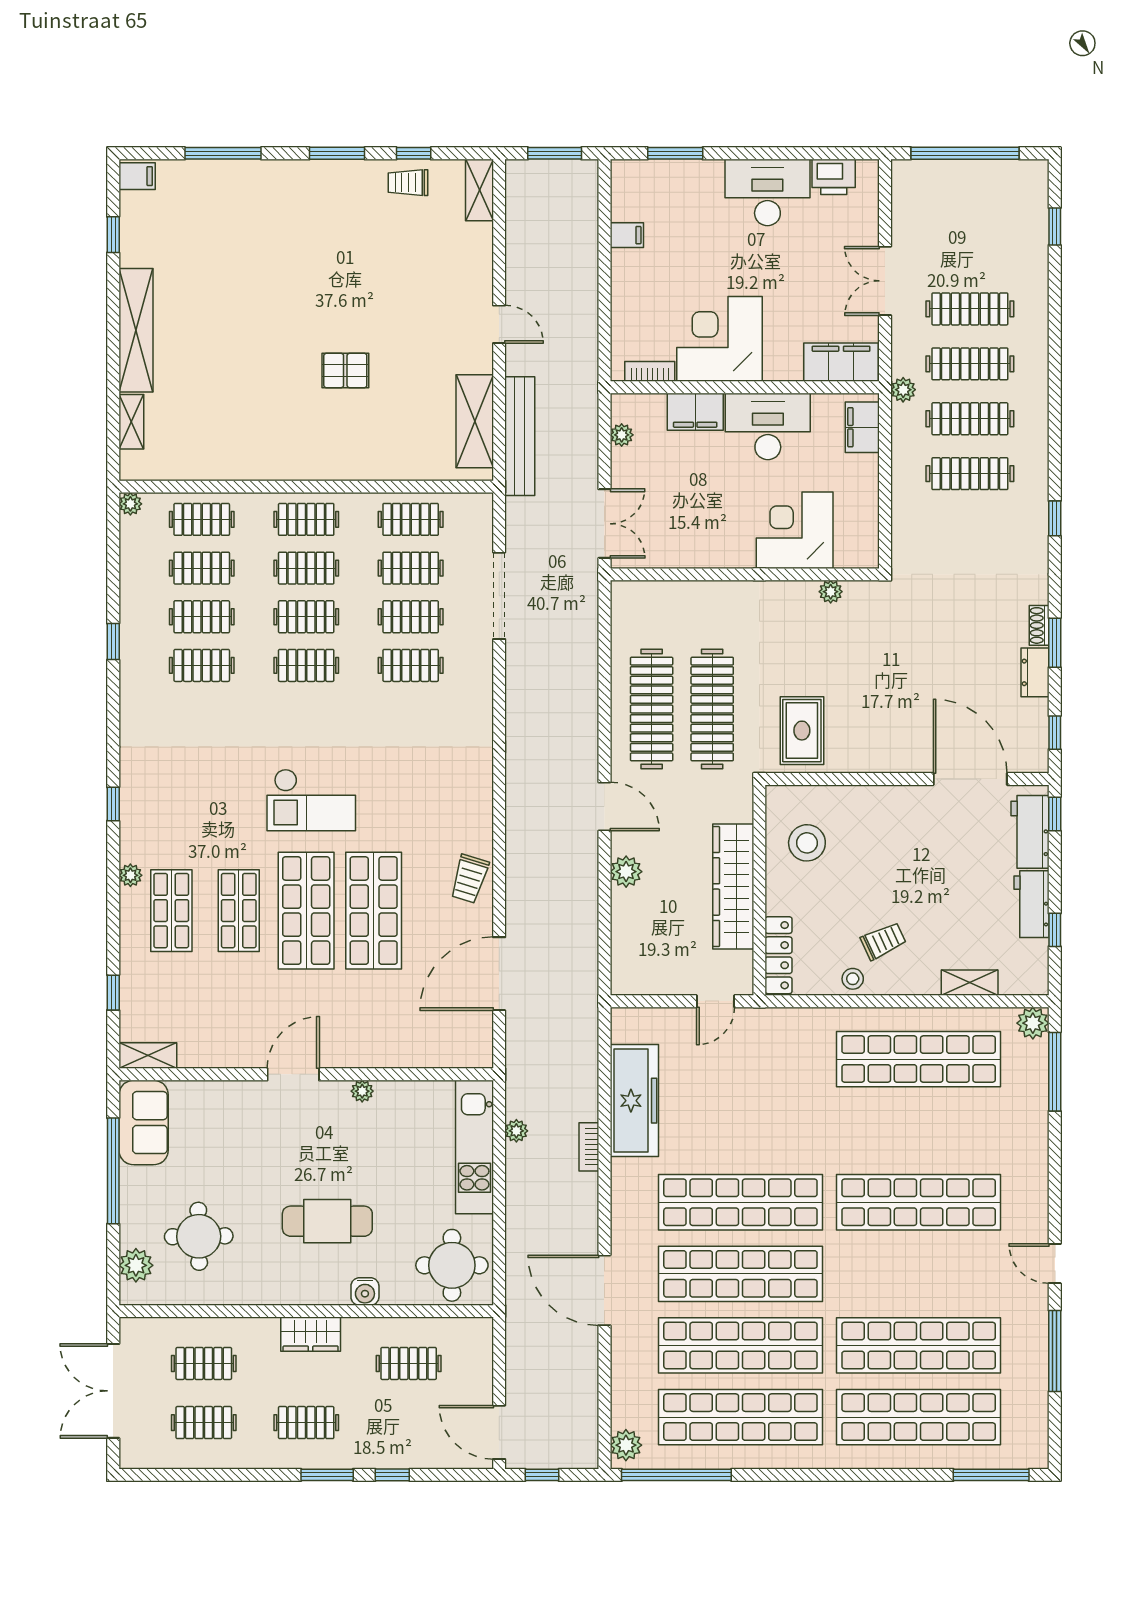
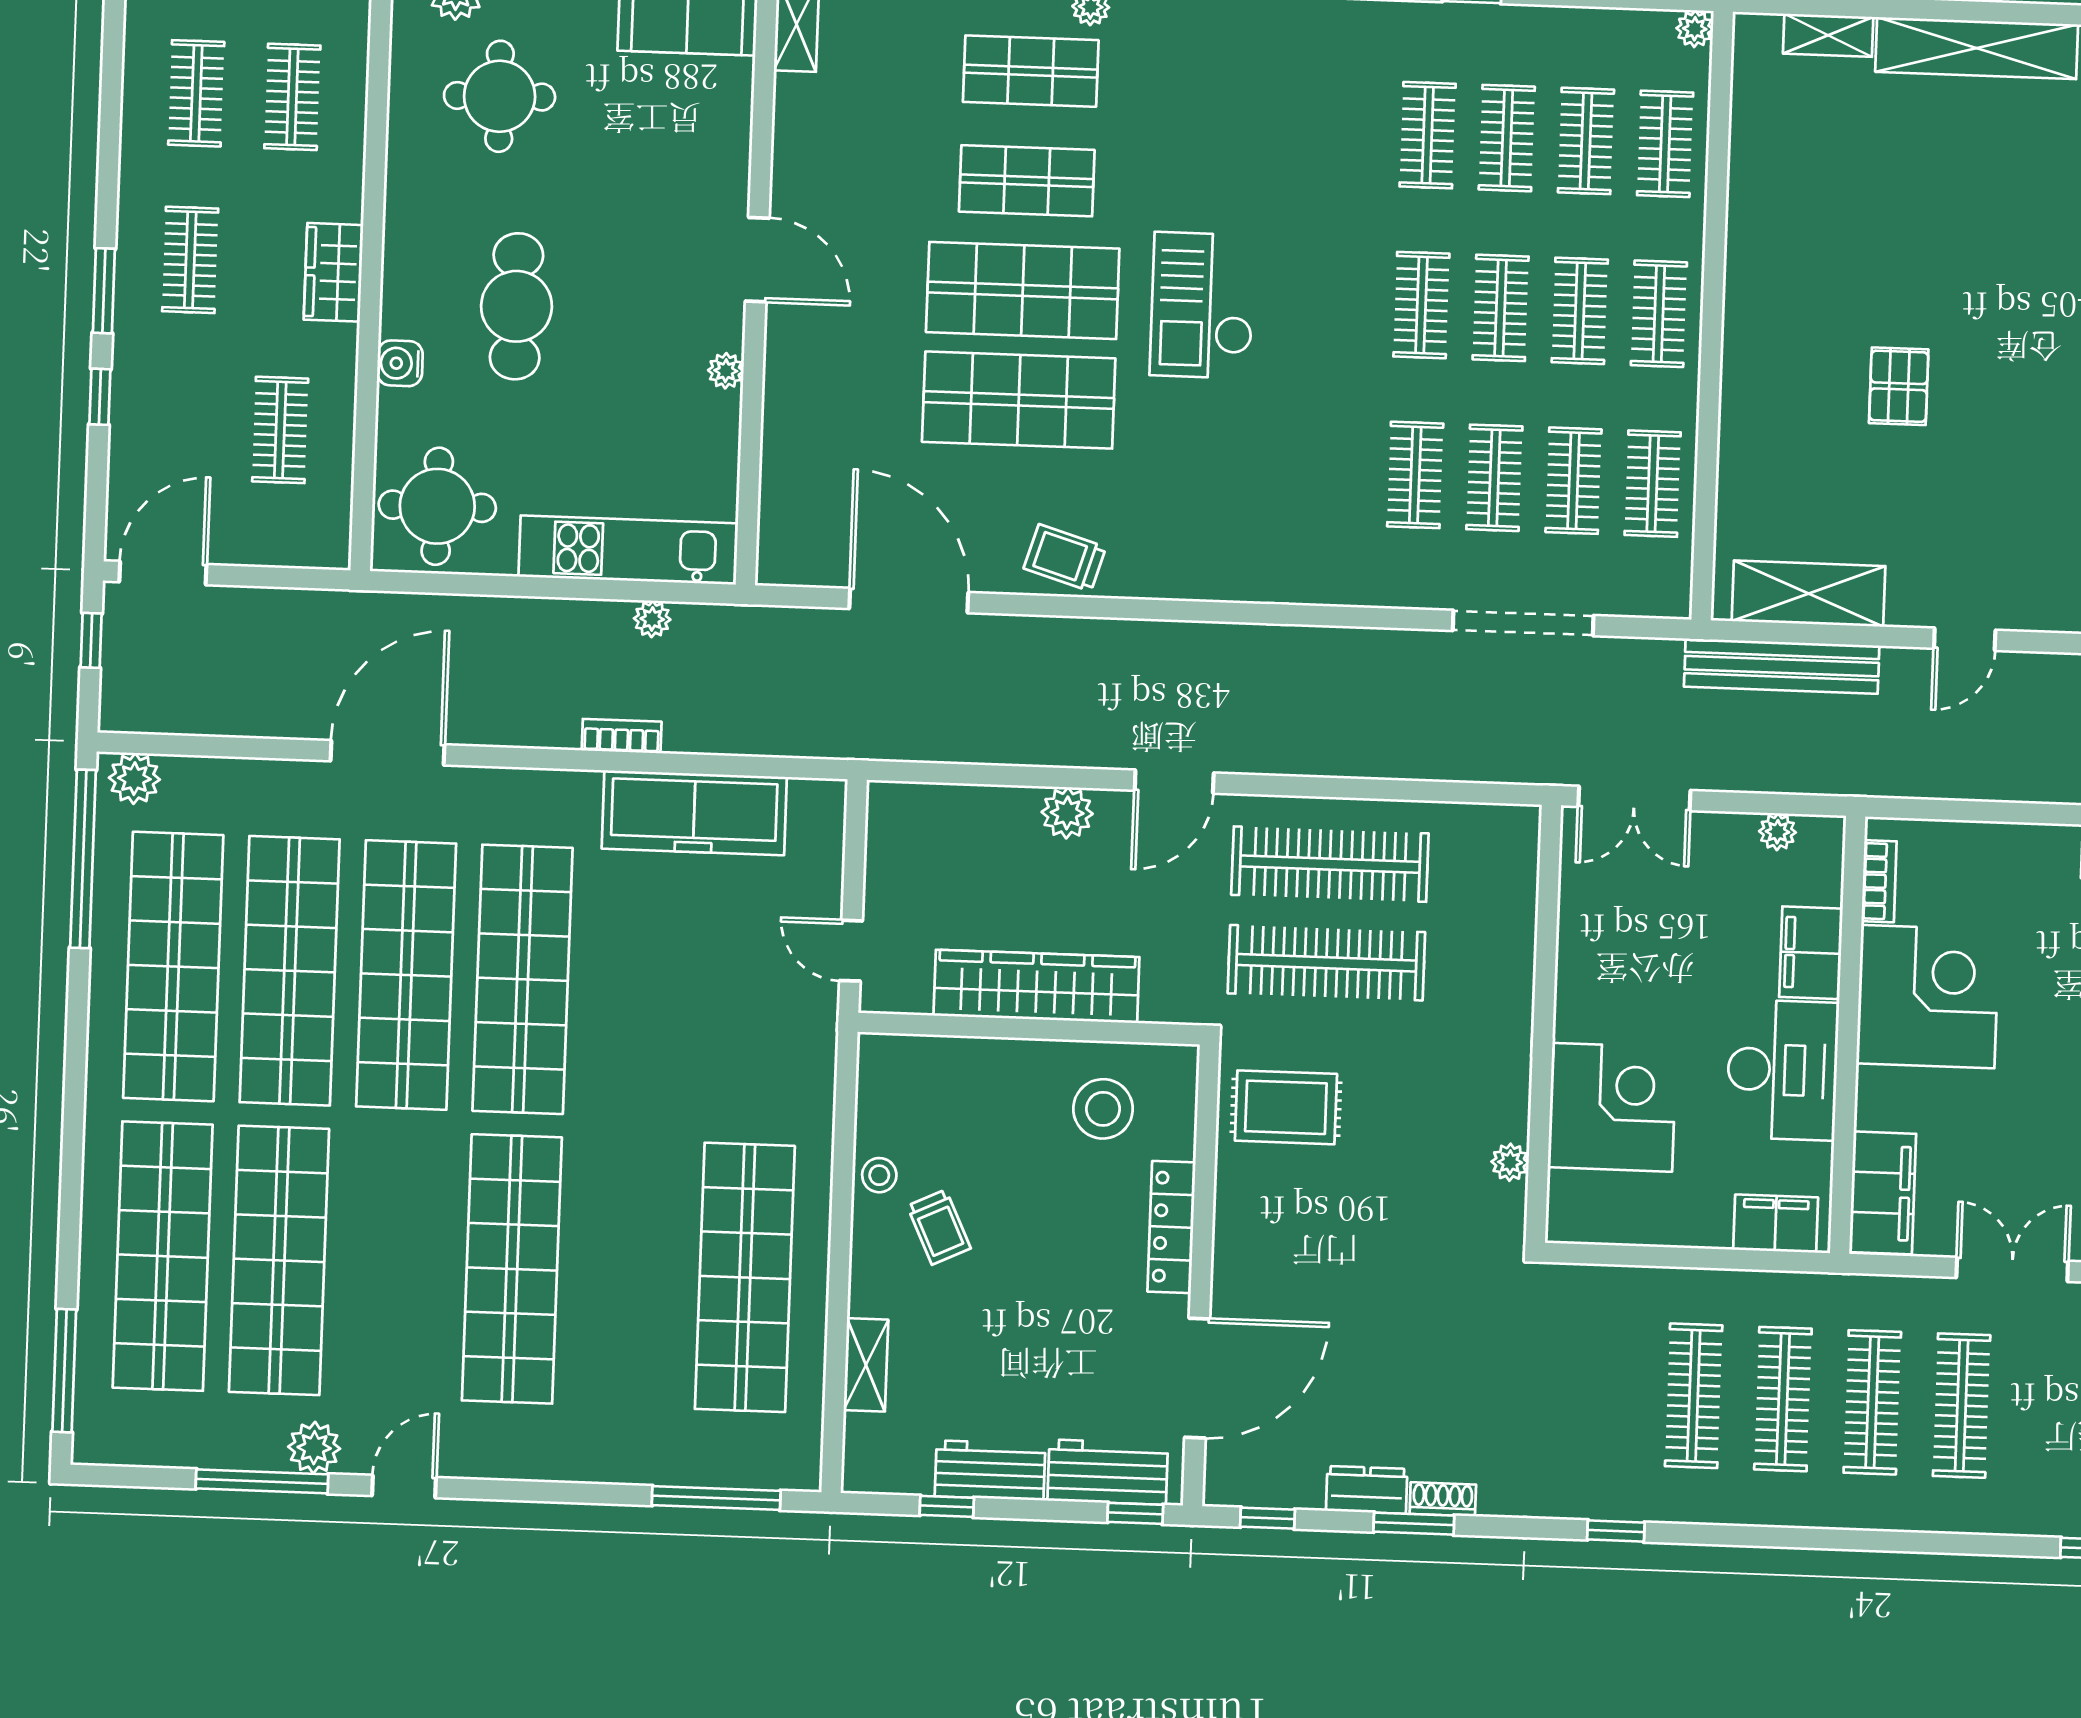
plant: (903, 390) -> (1834, 1292), removed
locker: (779, 955) -> (1171, 1227), moved, turned 90
plant: (1033, 1023) -> (314, 1448), moved

